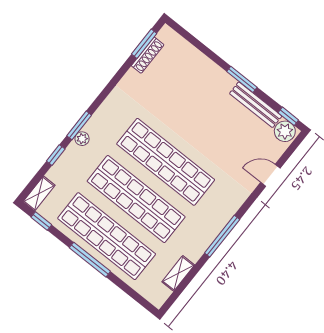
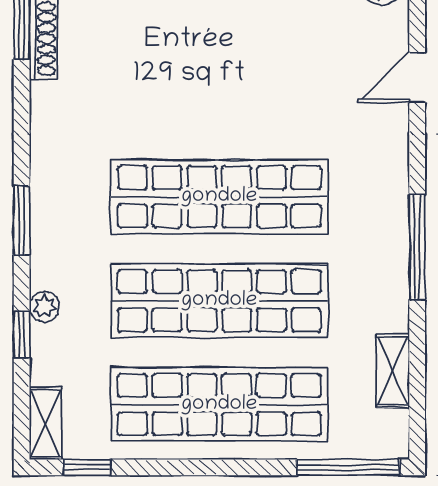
window: (79, 125) -> (22, 220), moved
plant: (82, 139) -> (45, 307), moved
window: (90, 260) -> (348, 467), moved

